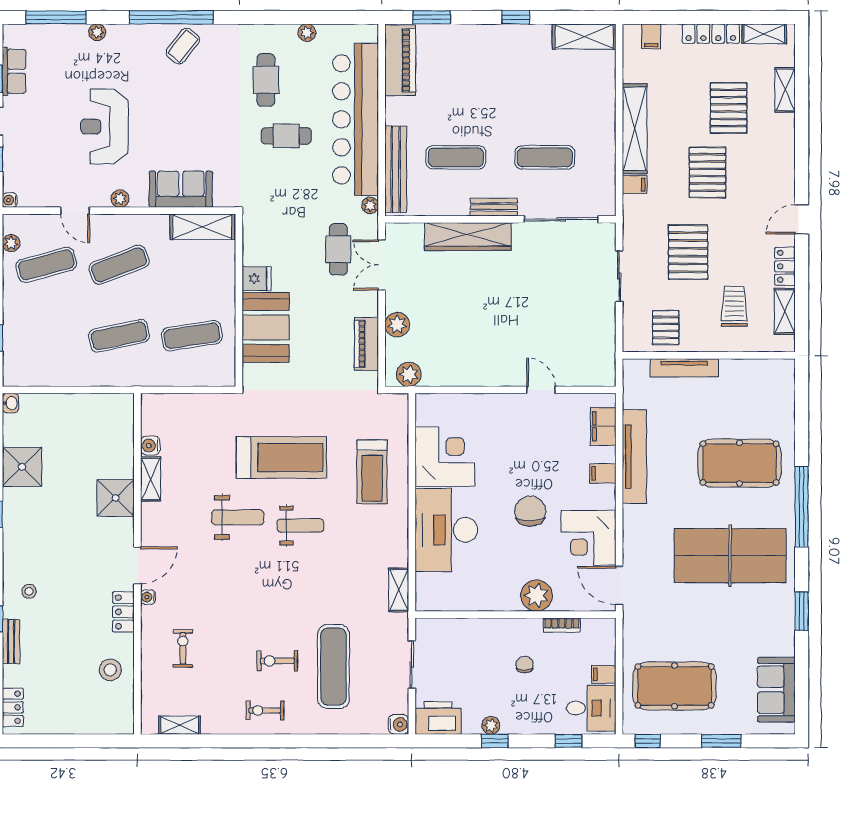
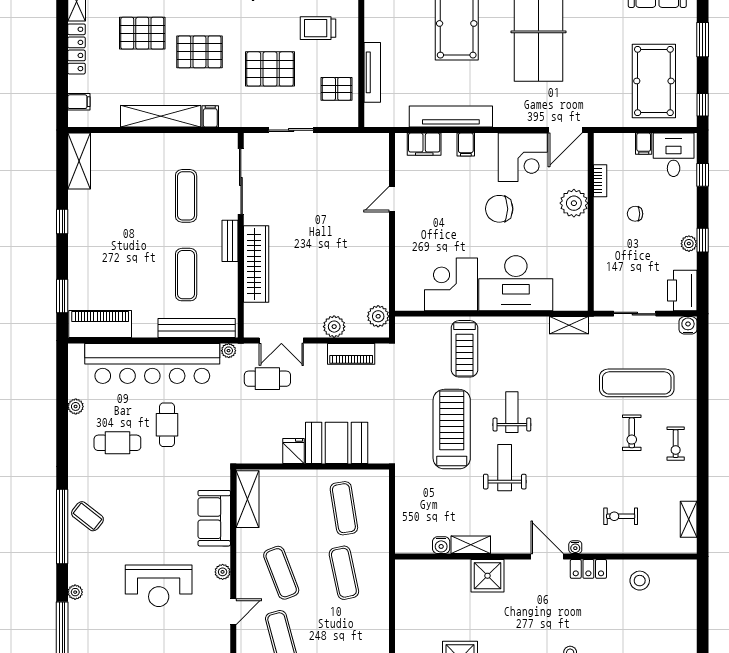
treadmill: (372, 472) -> (465, 349), turned 90

